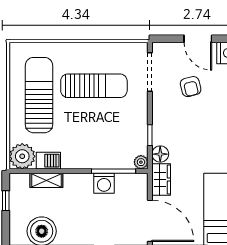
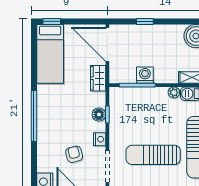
nightstand: (159, 105) -> (100, 139), added
floor lamp: (160, 154) -> (99, 115), moved
plant: (141, 162) -> (174, 92), moved

